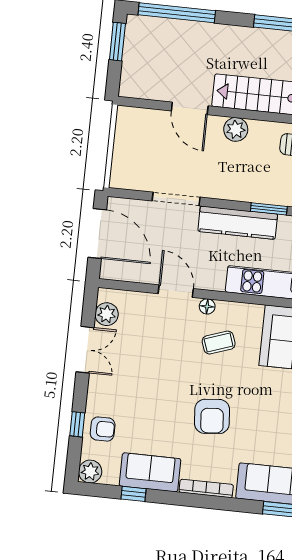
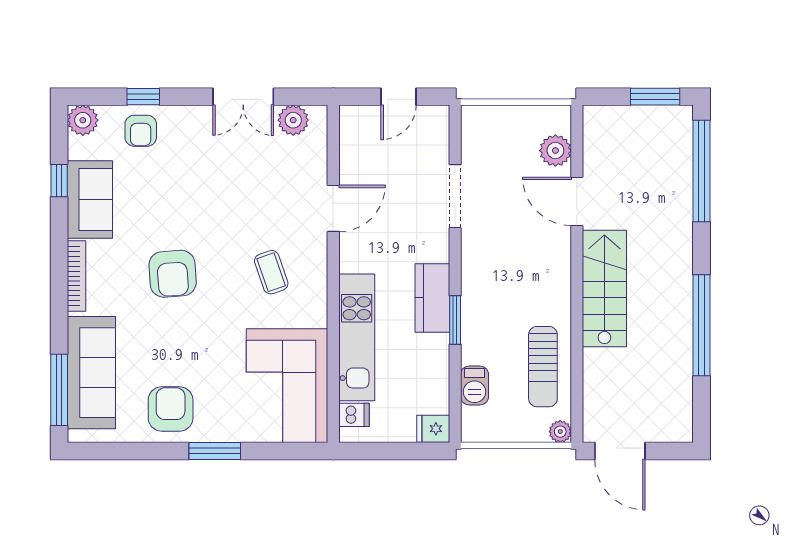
door: (190, 108) -> (577, 201), hinge flipped
plant: (236, 129) -> (555, 151), moved
kitchen counter: (238, 223) -> (432, 298), width x0.67
door: (97, 234) -> (398, 97), width x0.53
floor lamp: (207, 306) -> (317, 252), removed
armchair: (212, 416) -> (173, 274), turned -89

